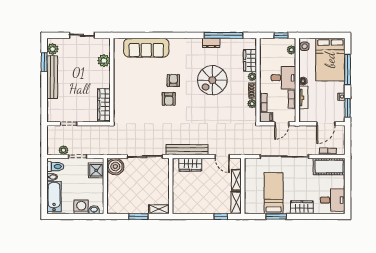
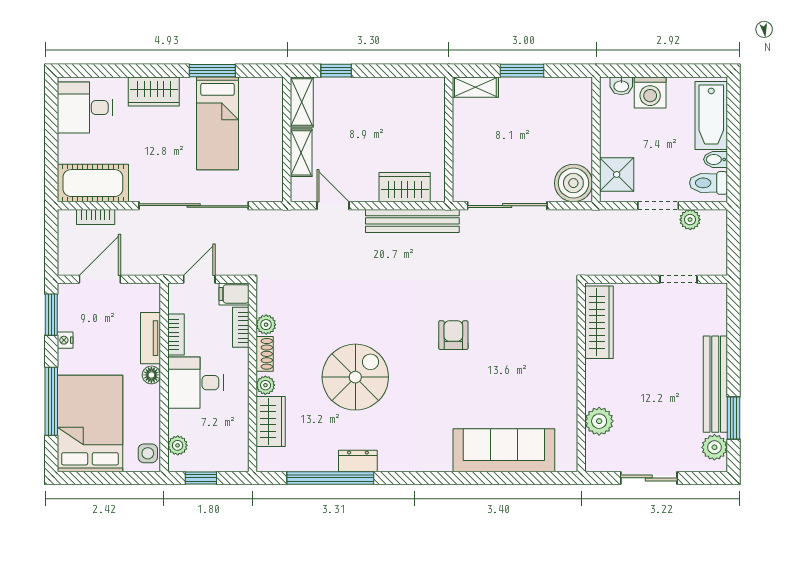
armchair: (173, 81) -> (443, 376), removed

